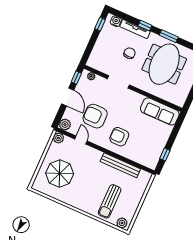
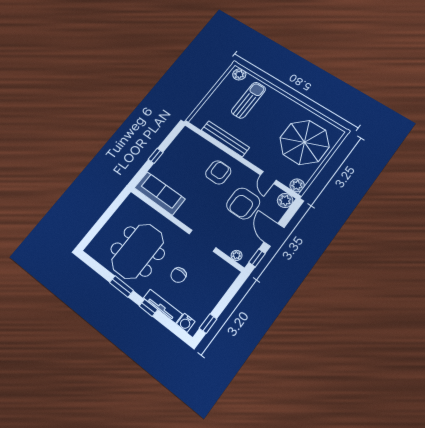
armchair: (95, 116) -> (243, 203), turned 90
armchair: (119, 137) -> (218, 172), turned -90
window: (165, 155) -> (156, 156), moved
parasol: (60, 173) -> (304, 142), width x1.36, depth x1.36

